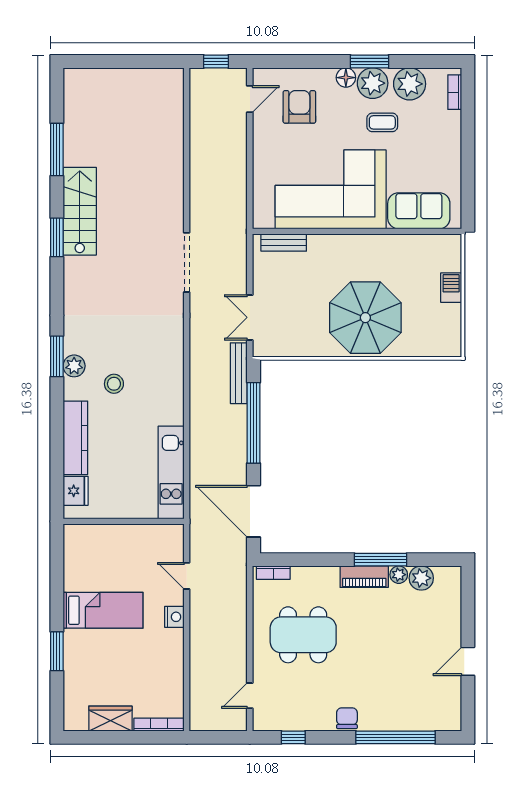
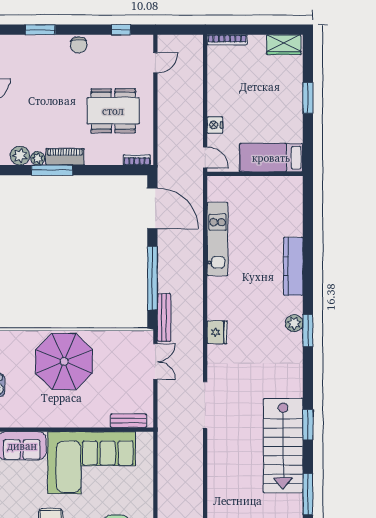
stairs: (80, 211) -> (283, 445), width x1.36, depth x1.51
stool: (114, 384) -> (263, 309), removed
fridge: (76, 491) -> (217, 332), moved, turned 180
wall: (124, 521) -> (255, 174), moved
bed: (103, 610) -> (271, 158), moved
wardrobe: (110, 719) -> (284, 45), moved
window: (396, 737) -> (40, 30), width x0.47

